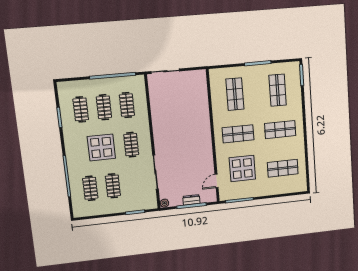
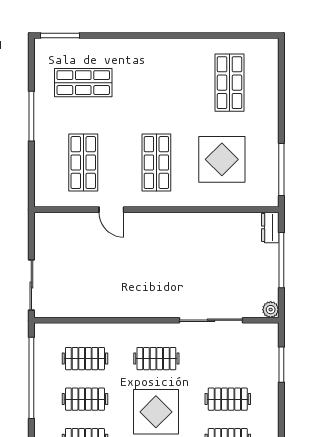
shop shelf: (235, 94) -> (83, 163), turned 90
shop shelf: (280, 130) -> (156, 83), removed
door: (217, 181) -> (111, 210), moved
dresser: (191, 200) -> (270, 227), moved

